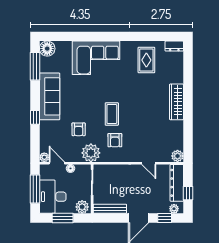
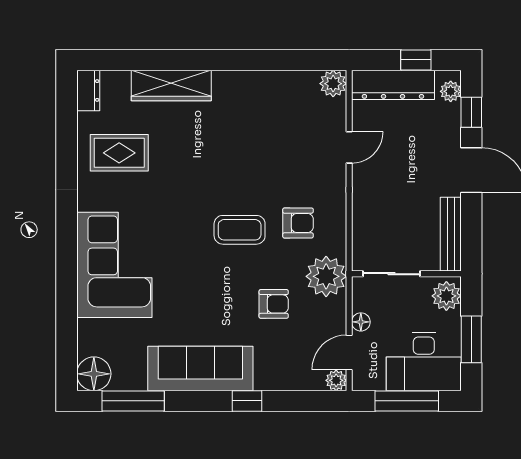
wardrobe: (177, 102) -> (171, 86), moved

